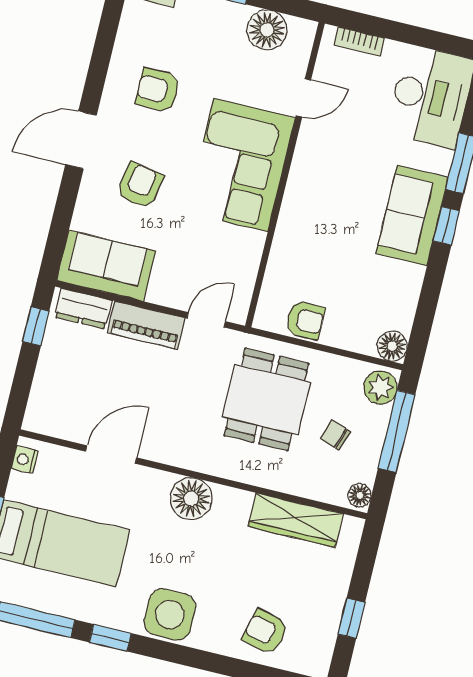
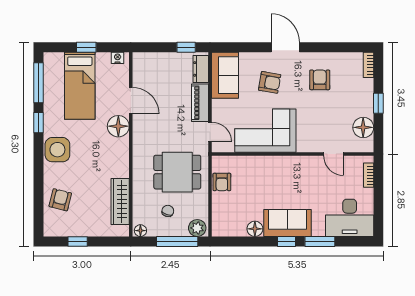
corner sofa: (241, 165) -> (265, 131), moved
floor lamp: (392, 346) -> (255, 229), moved
floor lamp: (191, 499) -> (118, 126), moved

